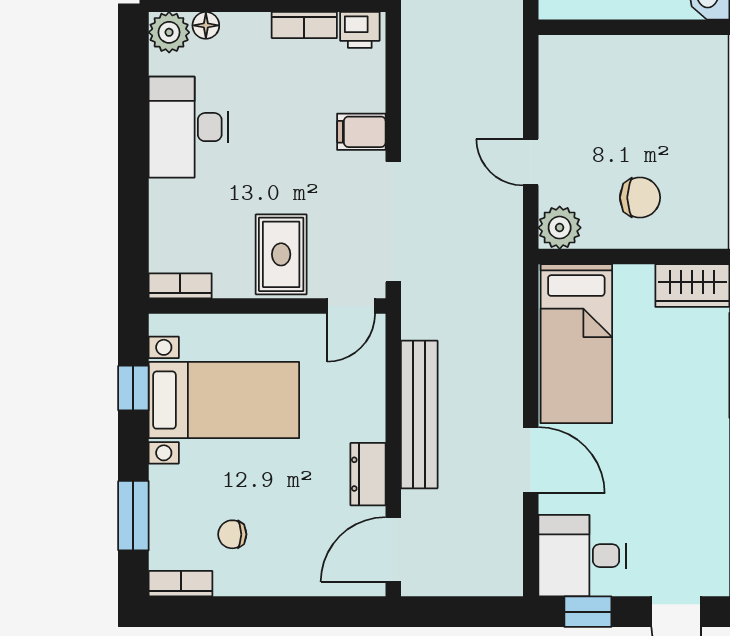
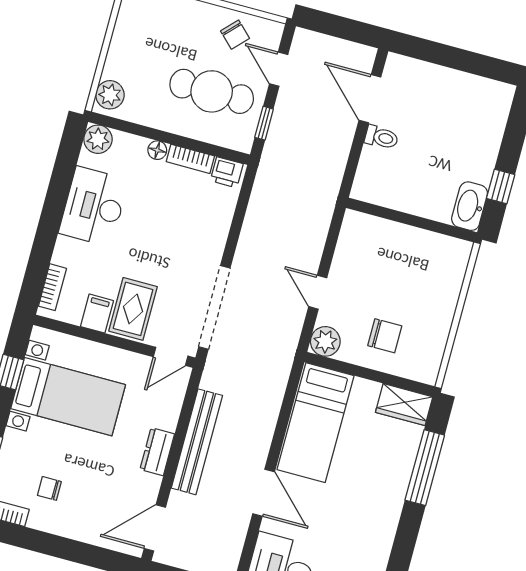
floor lamp: (206, 25) -> (157, 150), moved
filing cabinet: (361, 132) -> (97, 314), moved, turned 90
bookcase: (180, 286) -> (52, 287), moved, turned 90
dresser: (368, 474) -> (157, 452), moved

